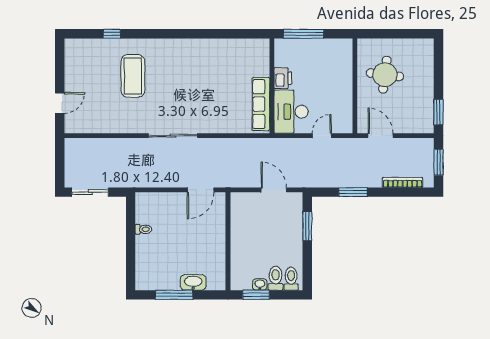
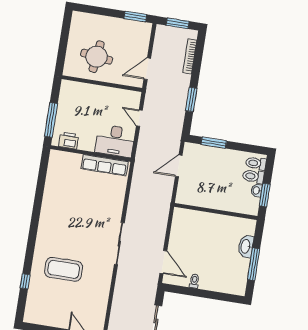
printer: (283, 78) -> (69, 140), moved
door: (201, 190) -> (163, 262), moved

